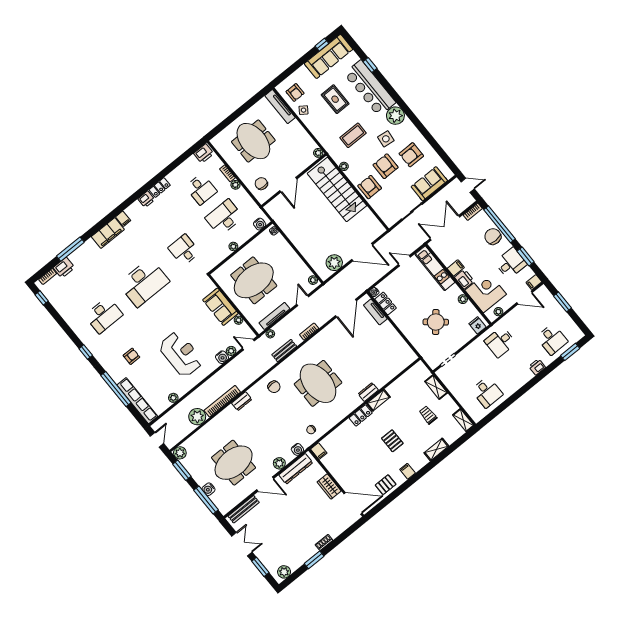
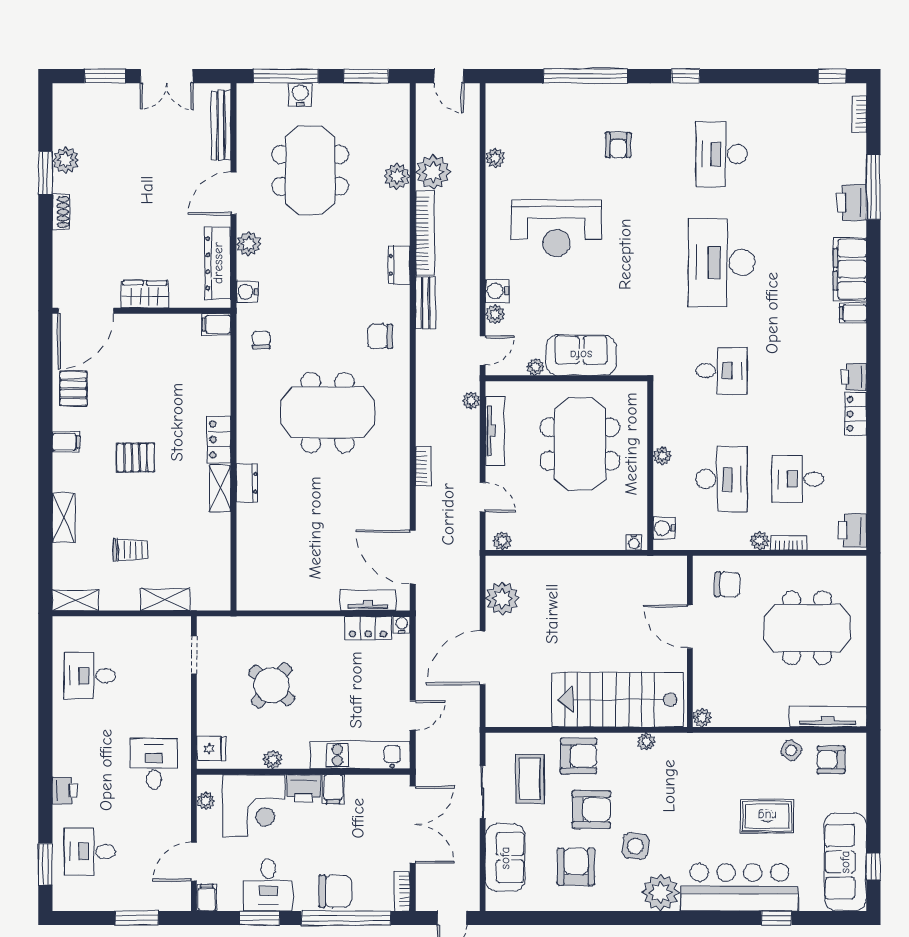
coffee table: (353, 135) -> (530, 779), moved
printer: (64, 268) -> (851, 203), moved
bench: (284, 351) -> (425, 303), moved
row of seats: (137, 401) -> (538, 96), removed
plant: (180, 453) -> (397, 176), moved
plant: (284, 572) -> (66, 160), moved

